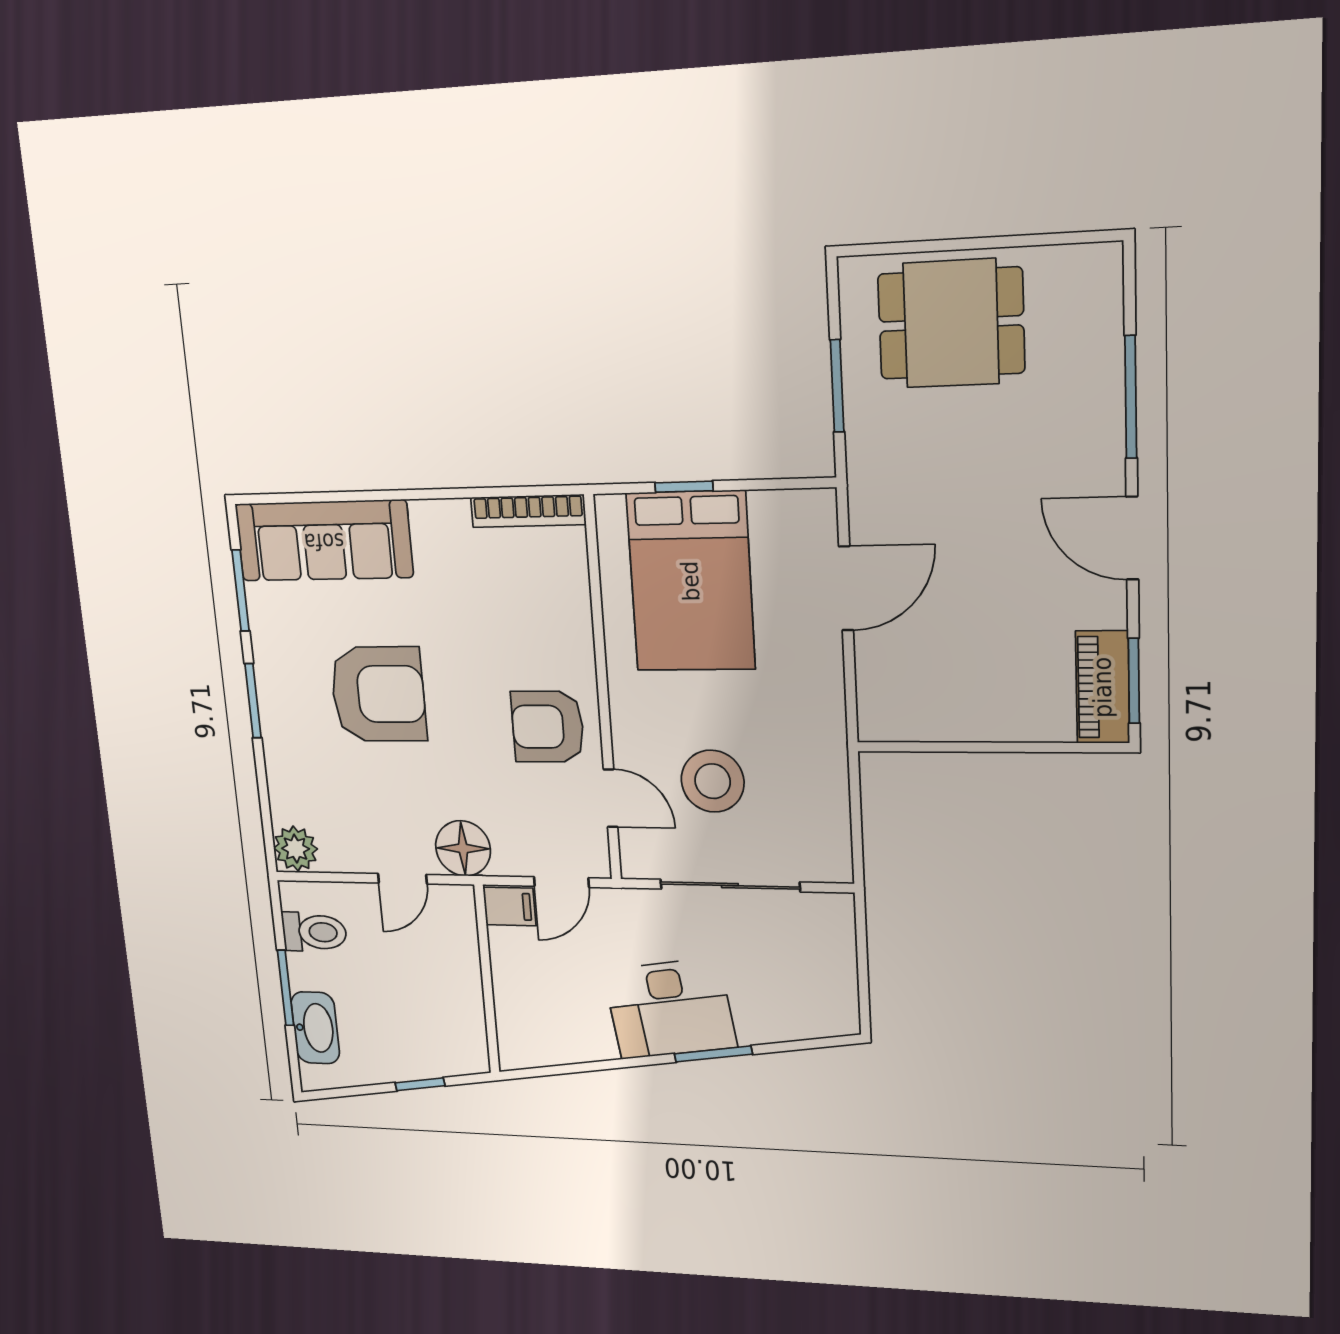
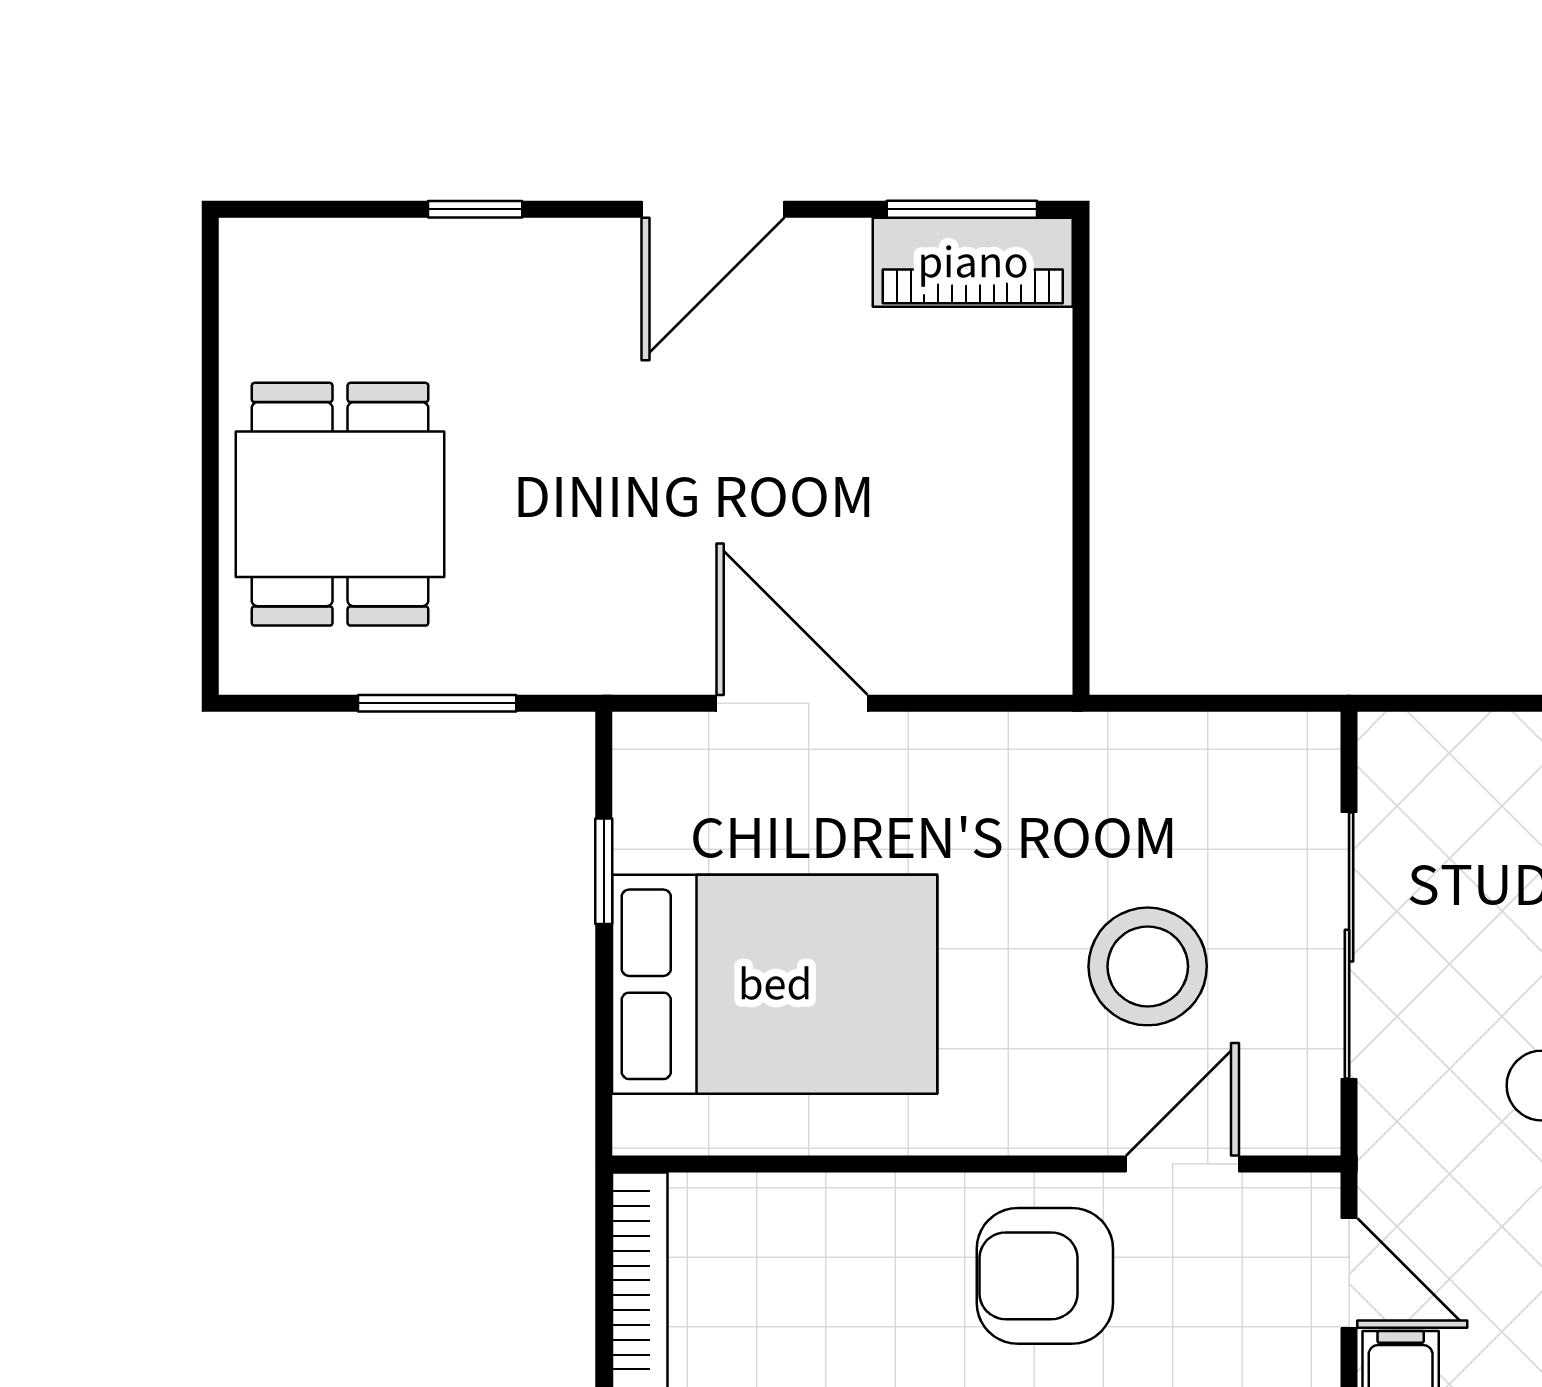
window: (1131, 397) -> (475, 209), width x0.46
window: (684, 487) -> (604, 871), moved
armchair: (548, 727) -> (1045, 1276), turned 90

